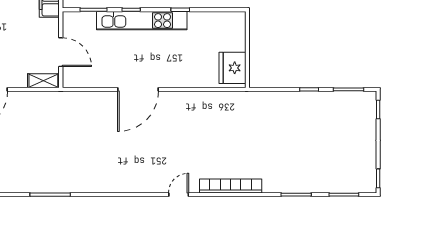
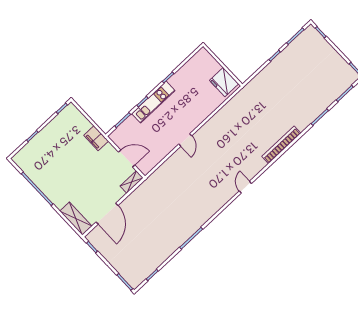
kitchen unit: (142, 21) -> (153, 102), width x0.73
door: (138, 89) -> (185, 140), width x0.53
door: (179, 195) -> (245, 187), moved

